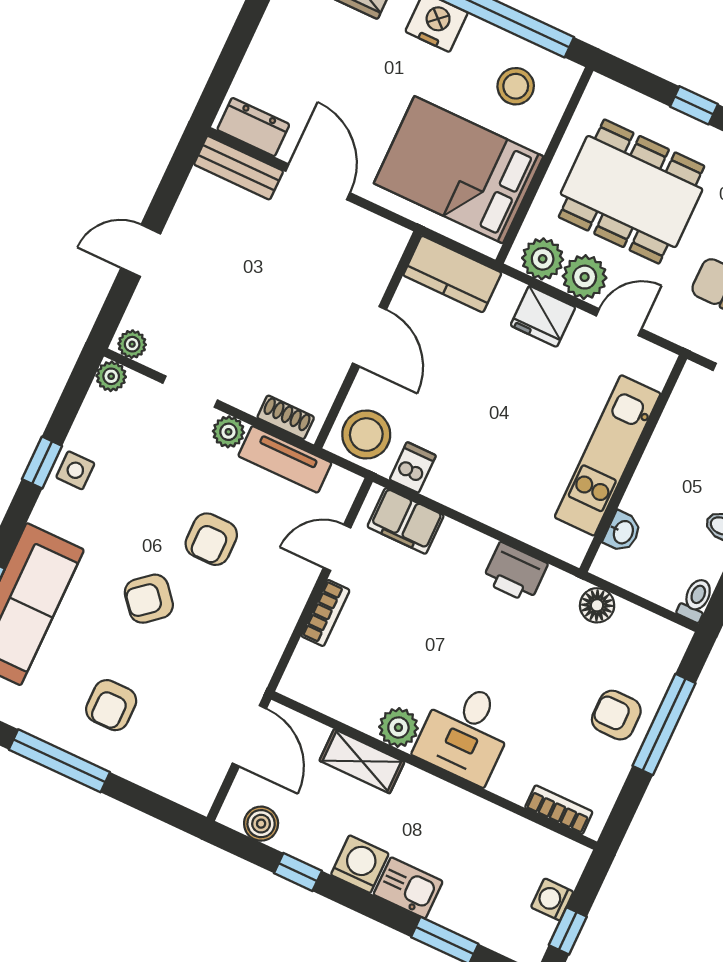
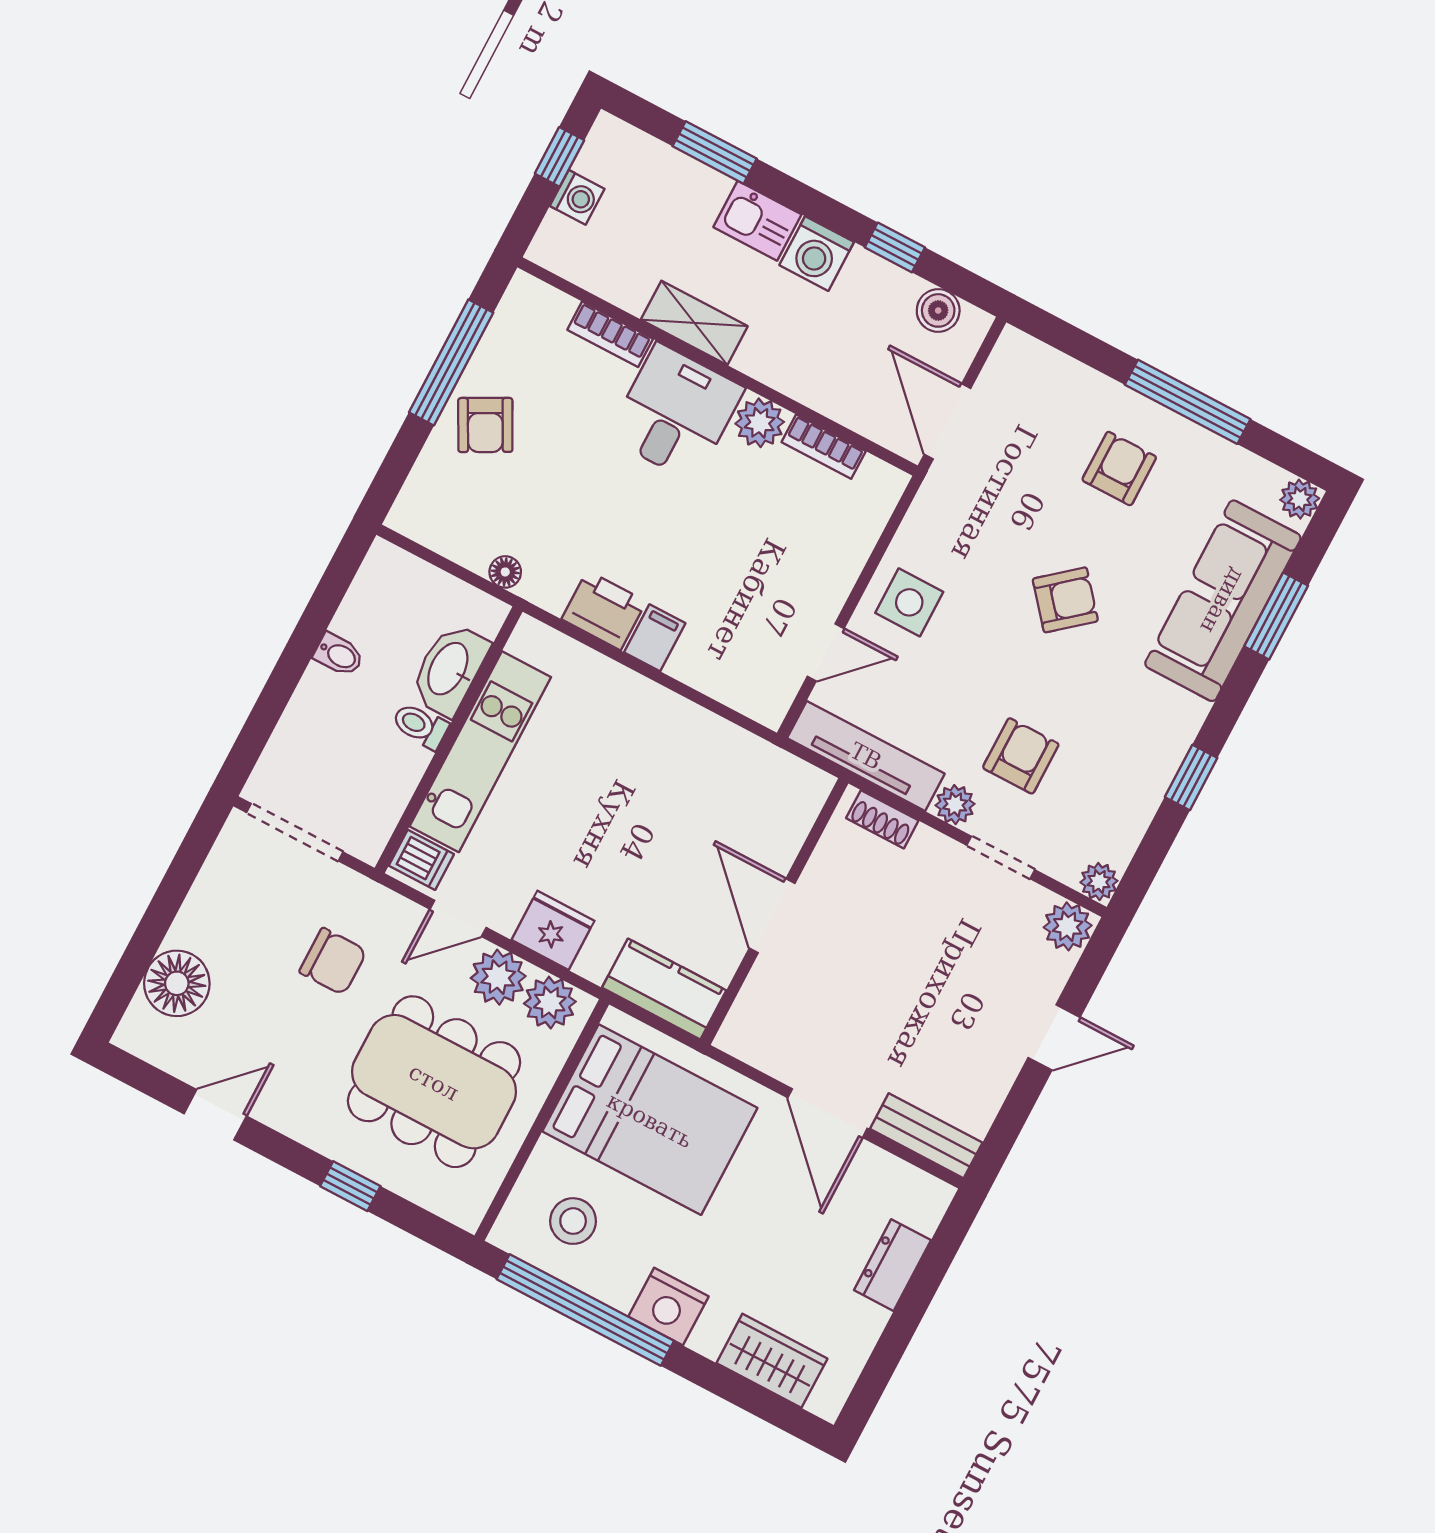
dresser: (253, 127) -> (892, 1265), moved, turned 90
plant: (132, 344) -> (1068, 926), width x1.37, depth x1.37
stool: (366, 435) -> (782, 793), removed
tv unit: (285, 459) -> (866, 756), width x1.41
dishwasher: (413, 467) -> (421, 860), moved, turned -90
side table: (75, 470) -> (909, 602), moved, width x1.37, depth x1.37
filing cabinet: (406, 521) -> (655, 638), moved, width x0.50
washbasin: (623, 532) -> (449, 669), width x1.91, depth x1.45
armchair: (211, 539) -> (1021, 756), moved
toilet: (696, 600) -> (420, 726), moved, turned 90
floor lamp: (597, 605) -> (505, 572), width x0.73, depth x0.73
bookcase: (325, 613) -> (824, 447), moved, turned -90
armchair: (616, 715) -> (485, 425), turned 62
window: (664, 725) -> (451, 362), moved
shelving: (362, 761) -> (694, 323), moved
bookcase: (559, 810) -> (610, 334), moved

